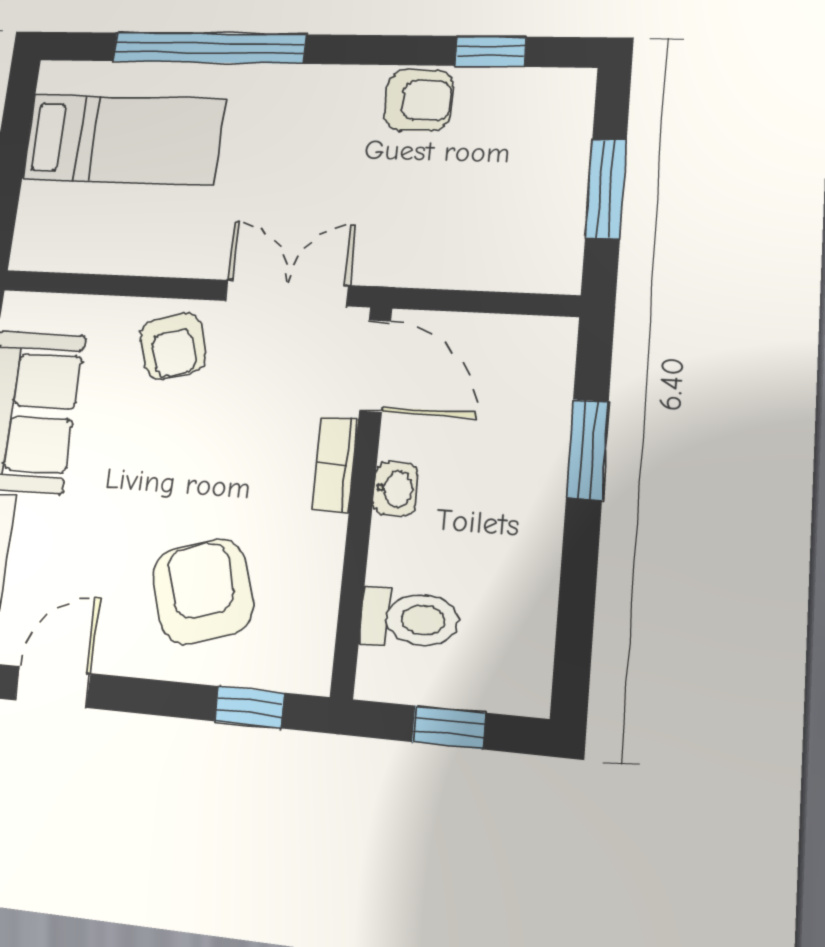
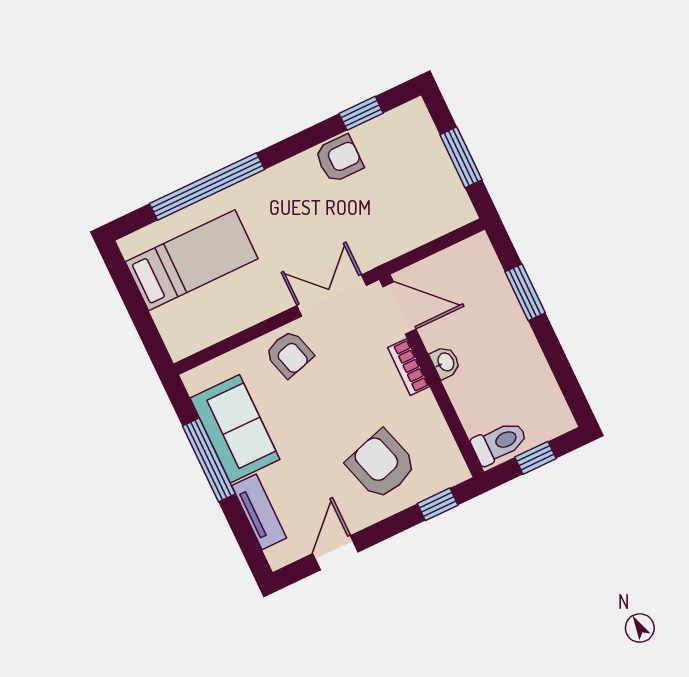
toilet: (409, 619) -> (499, 443), moved

